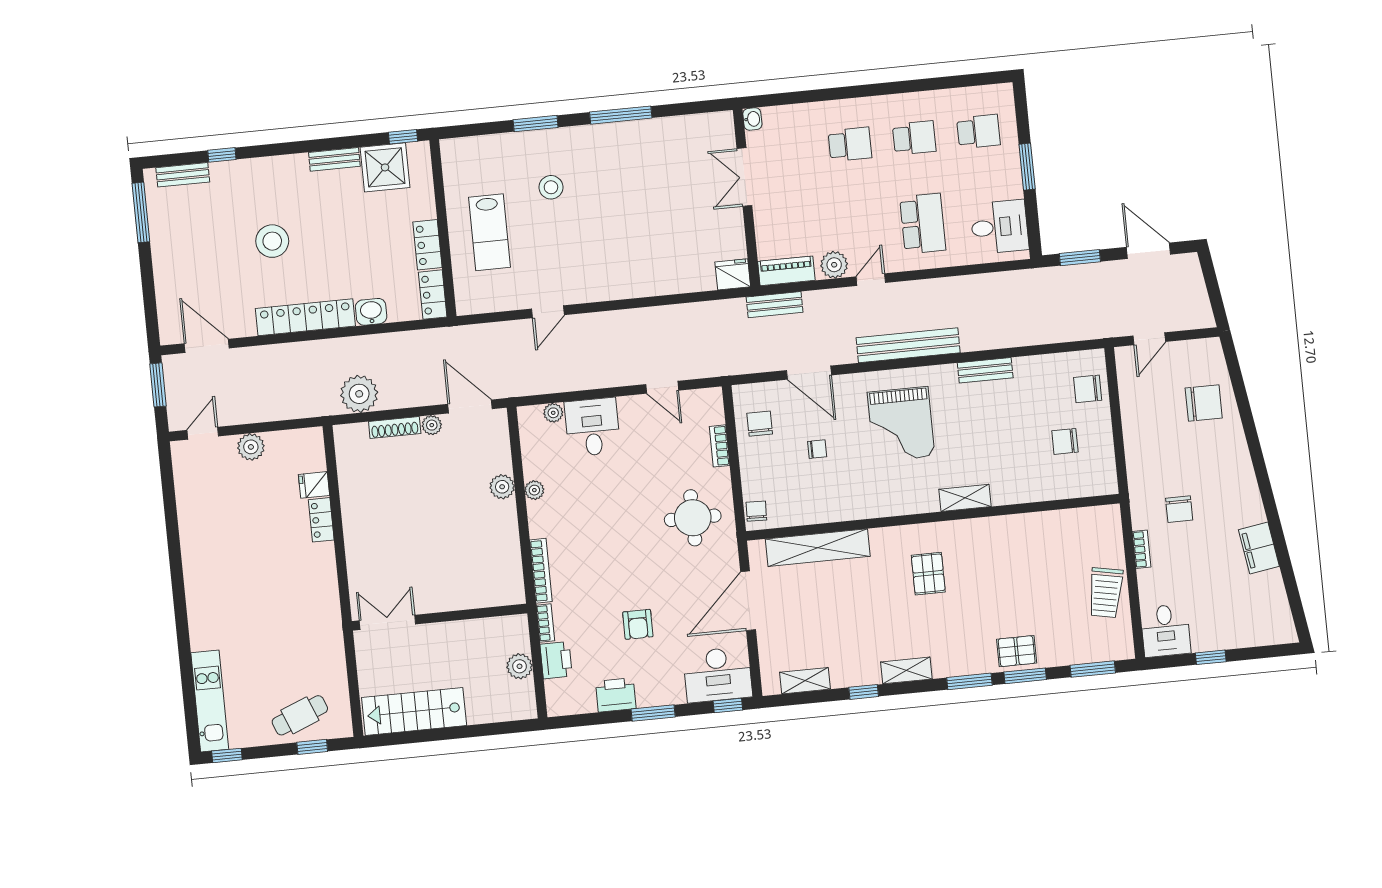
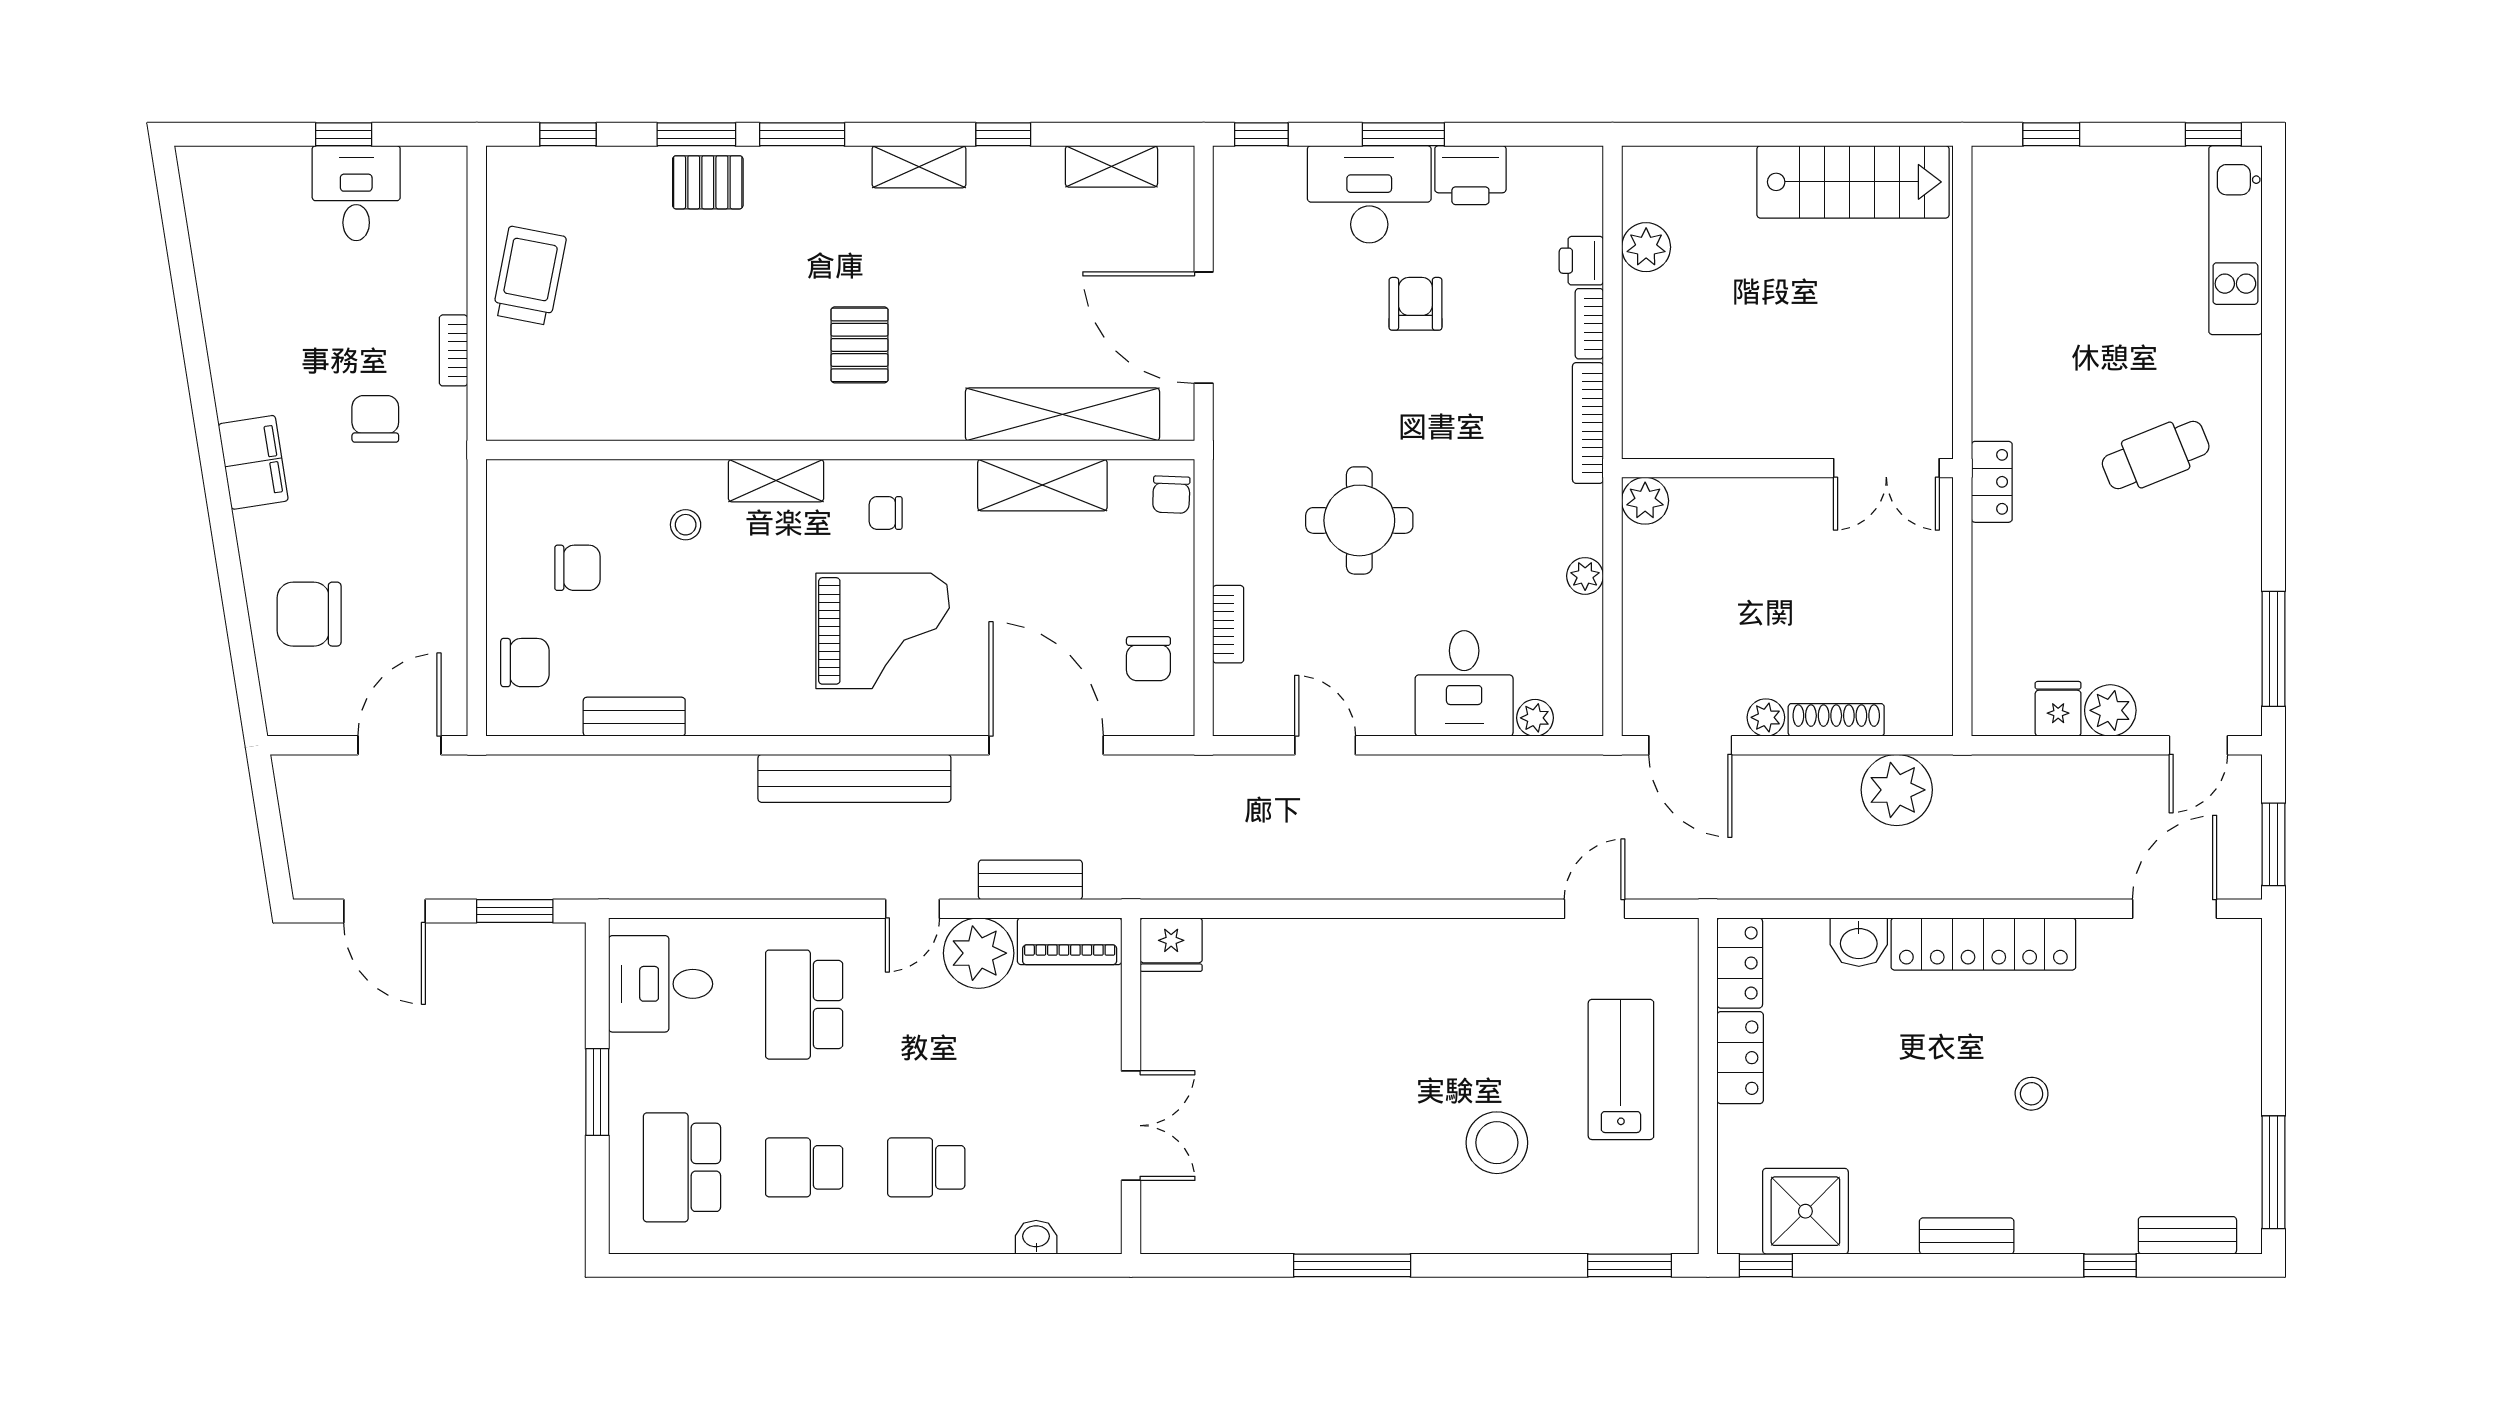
washbasin: (752, 119) -> (1036, 1237), moved, turned 90
window: (536, 124) -> (1630, 1265), moved
school desk: (978, 131) -> (682, 1167), width x1.85
bench: (334, 159) -> (1967, 1236), moved
stool: (551, 187) -> (1497, 1143), width x1.38, depth x1.38
stool: (272, 241) -> (2032, 1094), width x0.53, depth x0.53
plant: (834, 265) -> (979, 953), width x1.36, depth x1.36
bench: (775, 305) -> (1030, 880), moved
door: (548, 312) -> (1595, 909), moved
door: (1149, 339) -> (399, 745), width x1.38
door: (207, 346) -> (2174, 909), swing flipped
bench: (985, 370) -> (634, 717), moved
door: (809, 373) -> (1046, 745), width x1.36
grand piano: (901, 424) -> (883, 631), turned 90
chair: (817, 449) -> (886, 513), moved
stool: (1010, 470) -> (686, 525), added
fridge: (314, 485) -> (2058, 709), moved, turned -90
plant: (502, 487) -> (1645, 501), moved
window: (168, 488) -> (2273, 649), added
shelving: (825, 509) -> (1042, 485), added
round table: (693, 518) -> (1359, 520), moved
locker: (321, 520) -> (1992, 482), moved
filing cabinet: (1259, 548) -> (253, 462), moved
door: (748, 601) -> (1204, 328), swing flipped
wall: (440, 617) -> (1787, 468), moved
double door: (387, 622) -> (1886, 468), moved
desk: (1166, 631) -> (356, 193), moved
printer: (556, 660) -> (1581, 261), width x0.73, depth x0.81
window: (1093, 669) -> (568, 134), width x0.67
desk: (718, 675) -> (1369, 194), moved
cafe table: (300, 715) -> (2156, 455), moved

